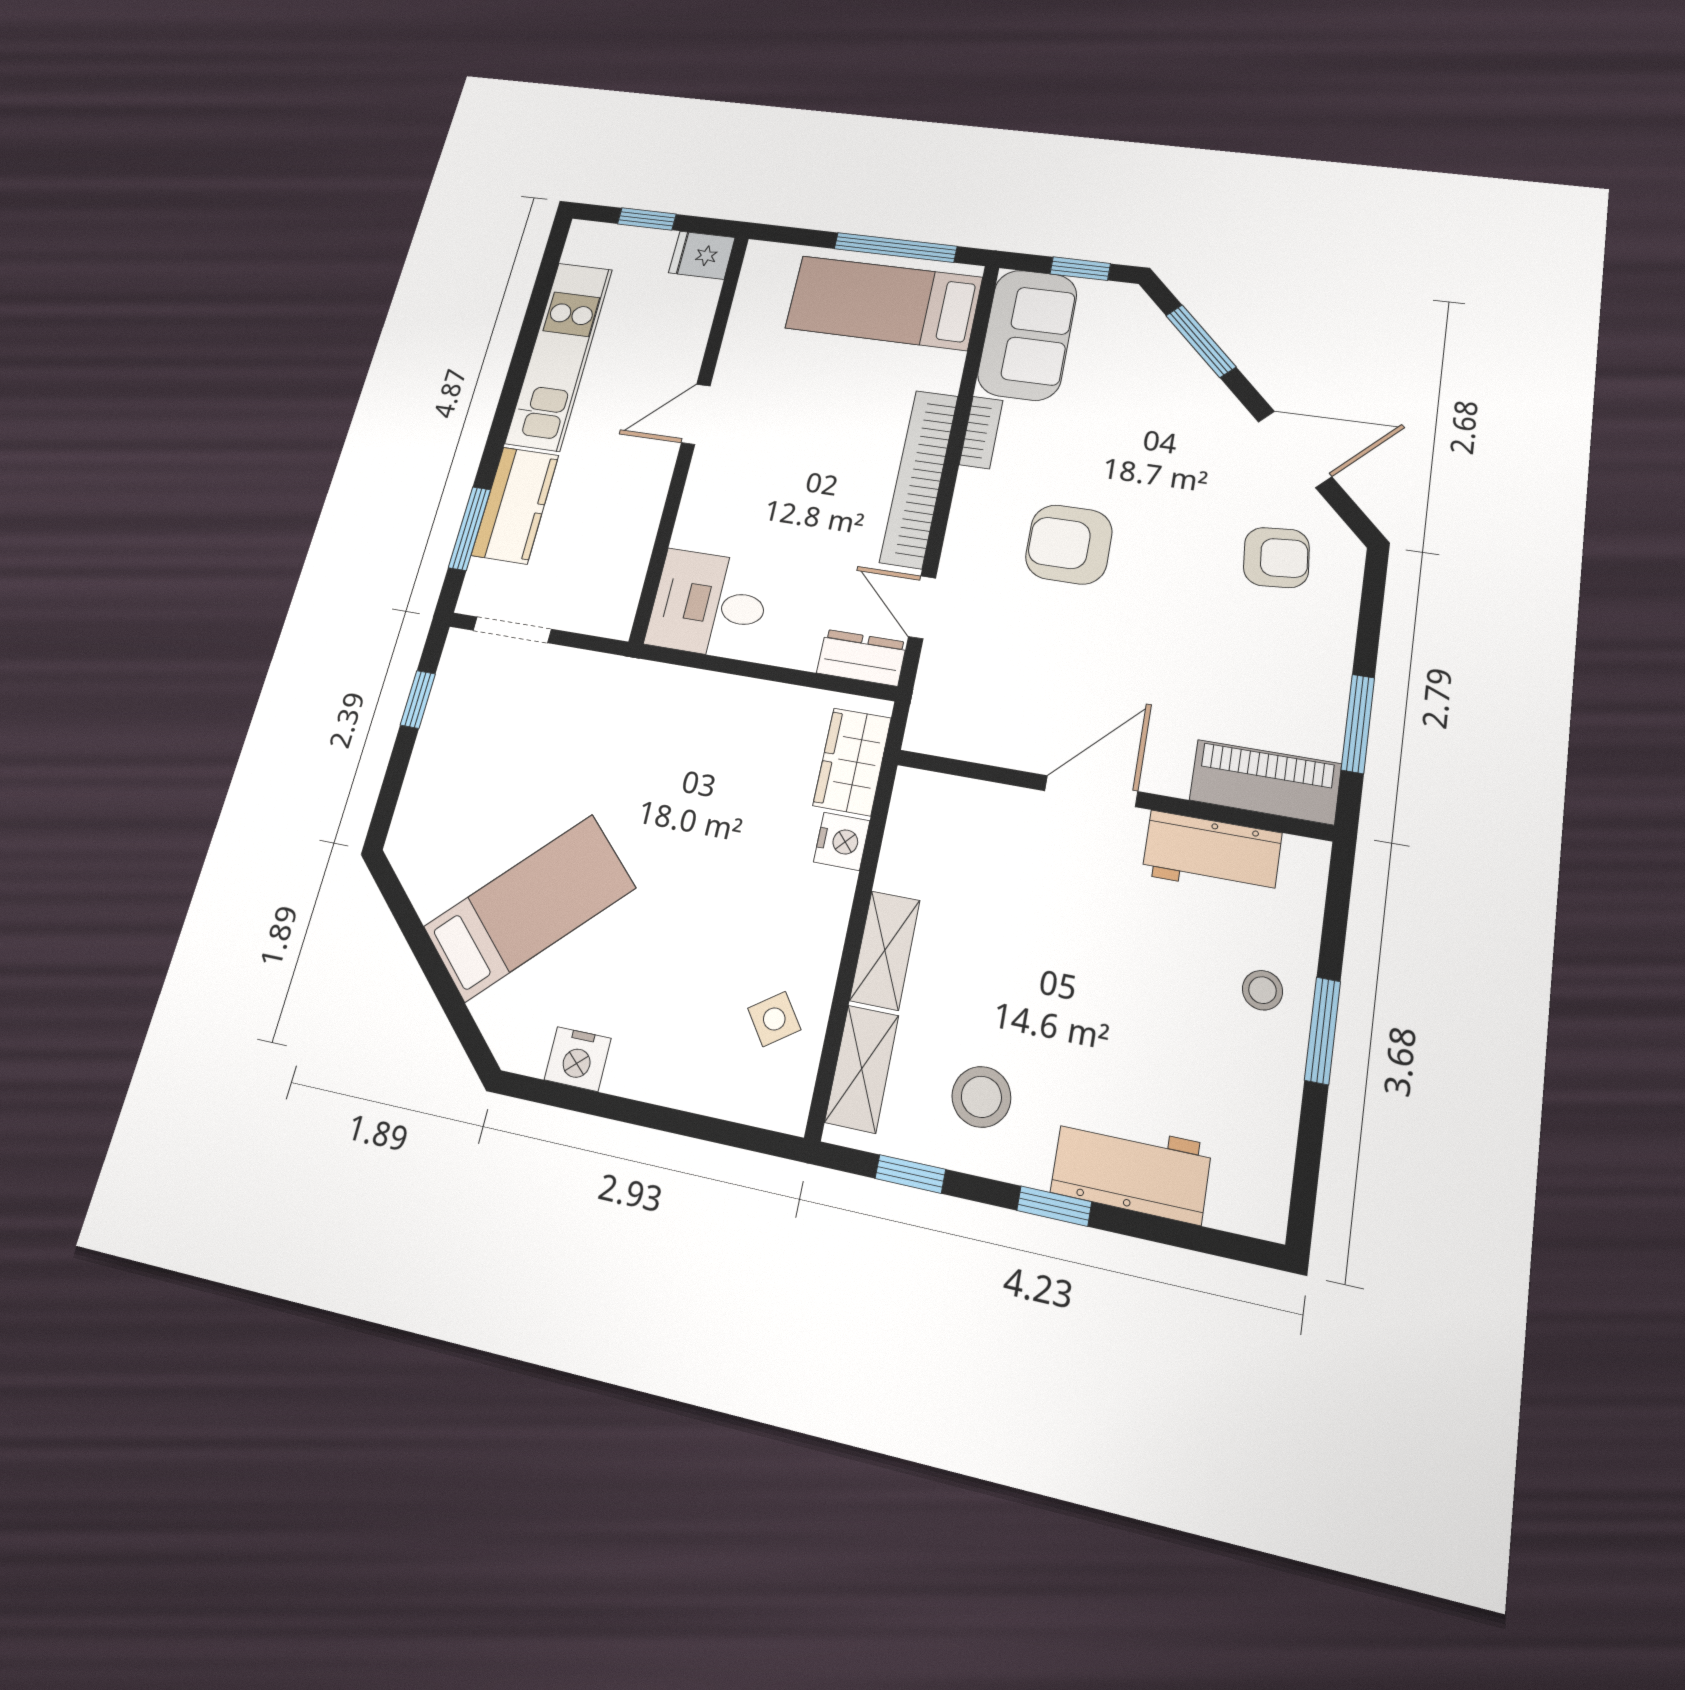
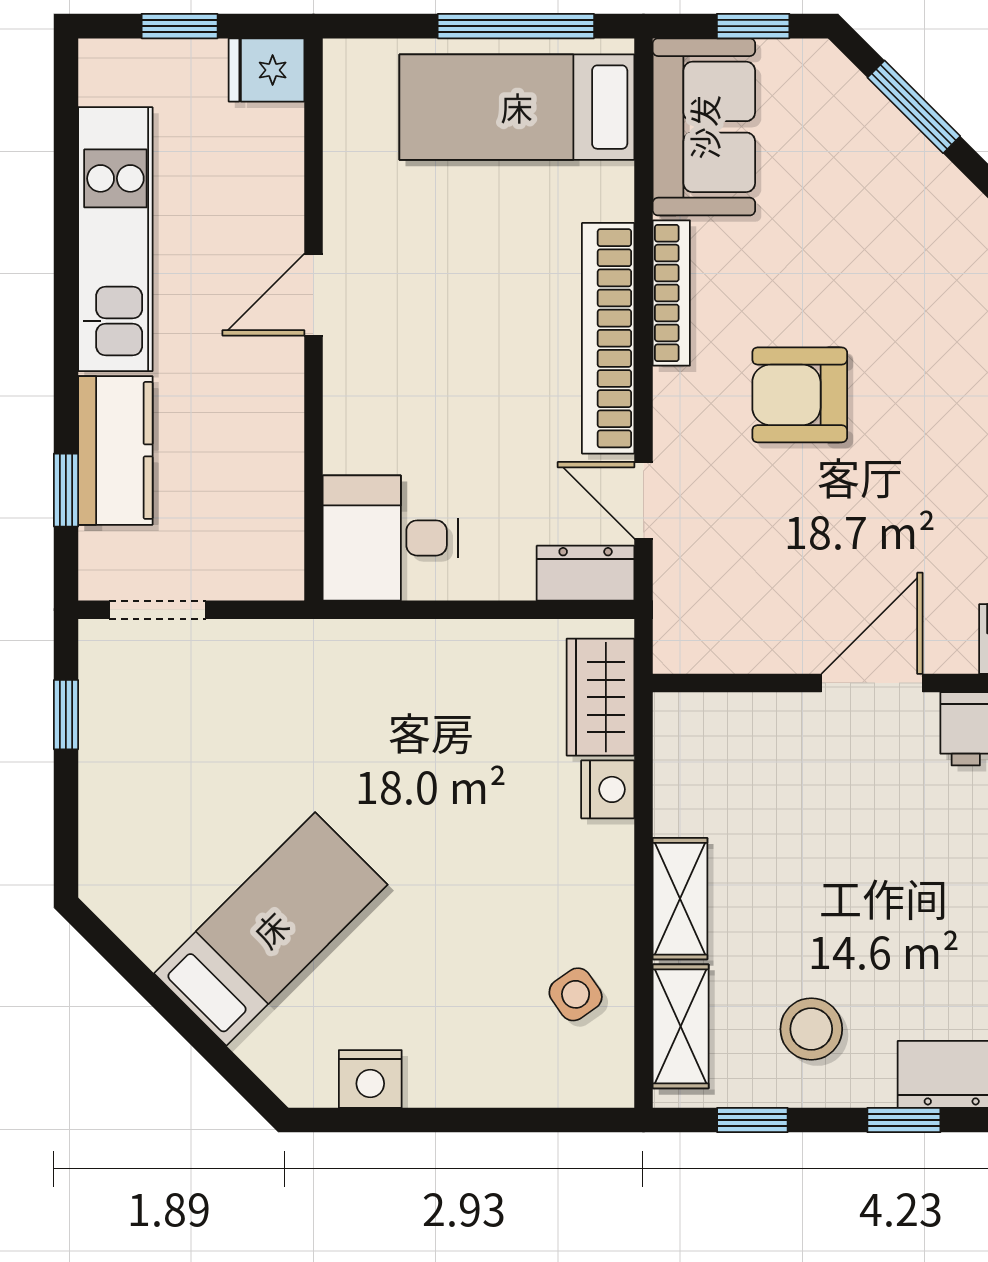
bookcase: (981, 432) -> (671, 293), width x1.56
window: (470, 528) -> (66, 490), width x0.67

